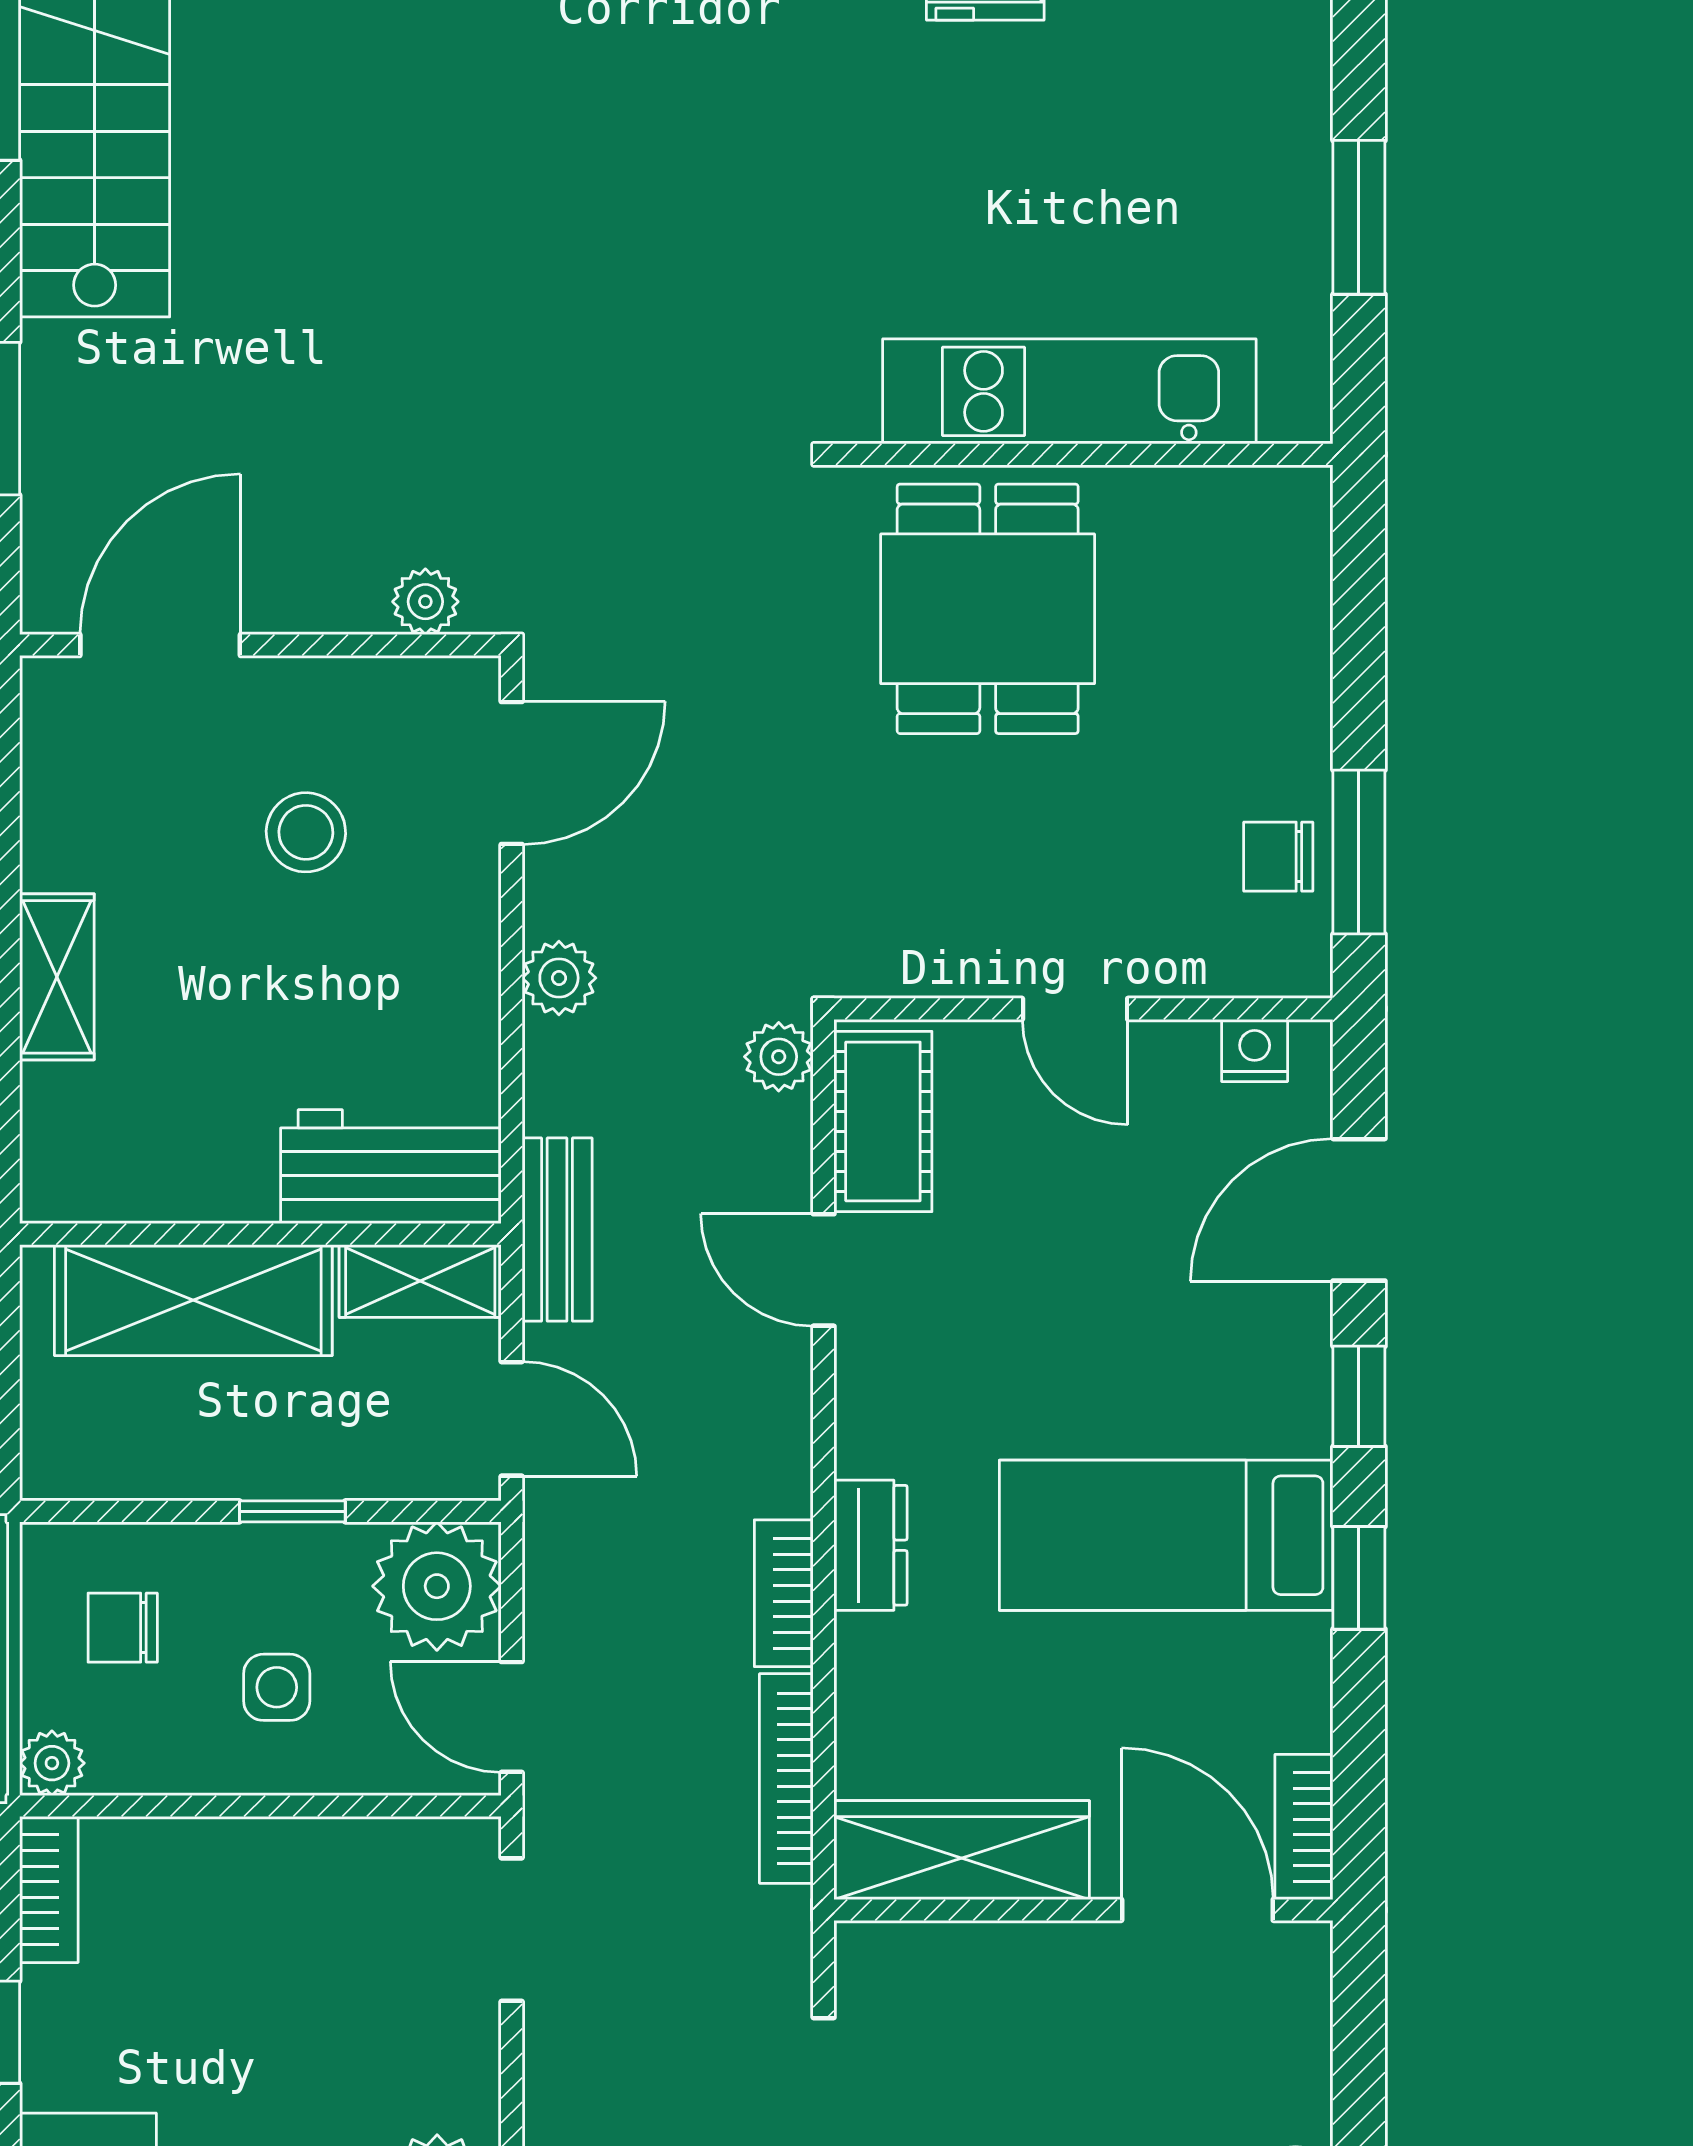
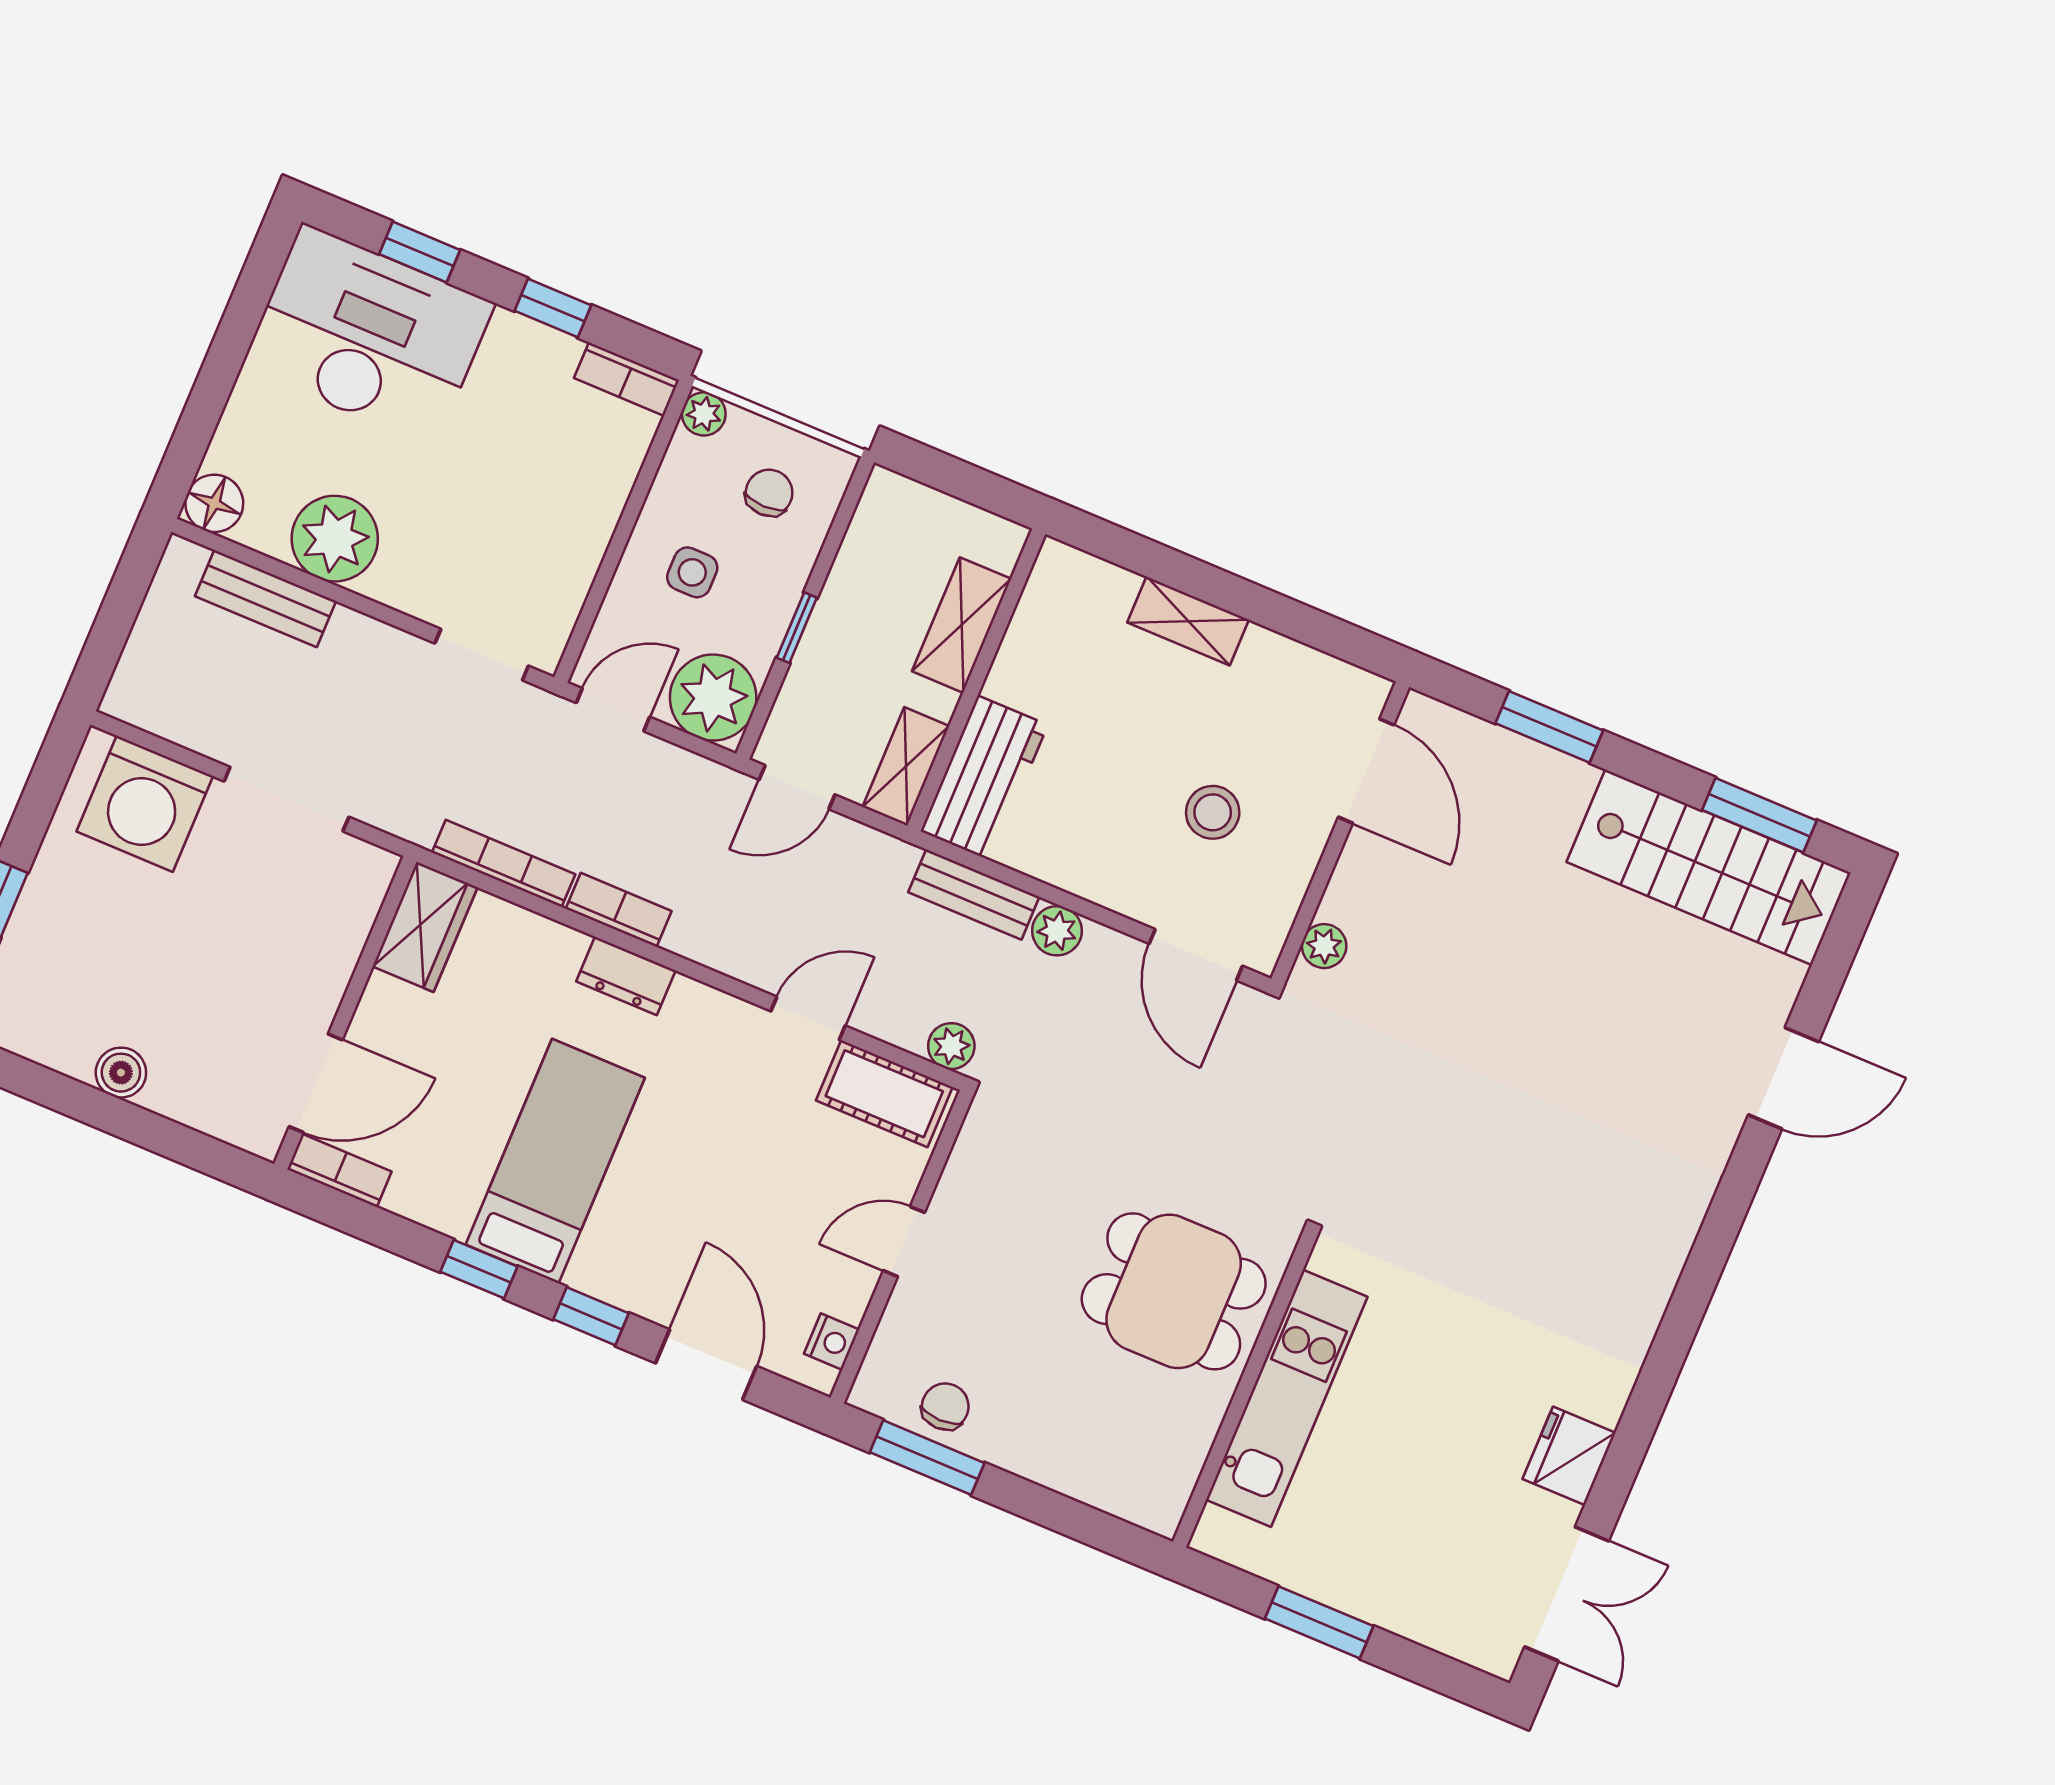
bench: (557, 1230) -> (974, 894), moved
shelving: (193, 1300) -> (962, 625), width x0.67, depth x0.75
wardrobe: (962, 1850) -> (425, 927), width x0.67

